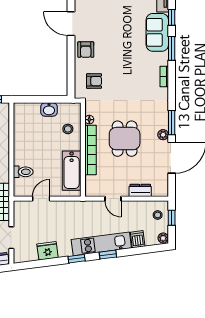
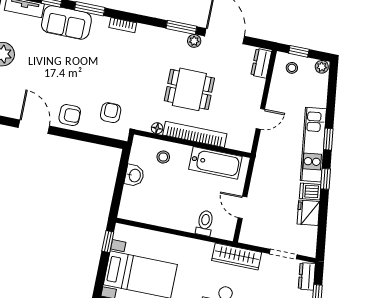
door: (71, 24) -> (34, 127), swing flipped
dresser: (140, 190) -> (261, 63), moved
dishwasher: (138, 239) -> (310, 191), moved

